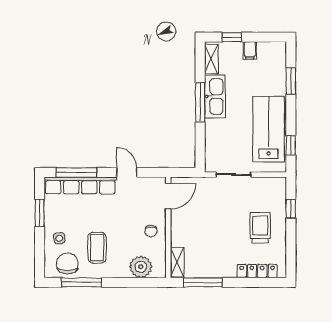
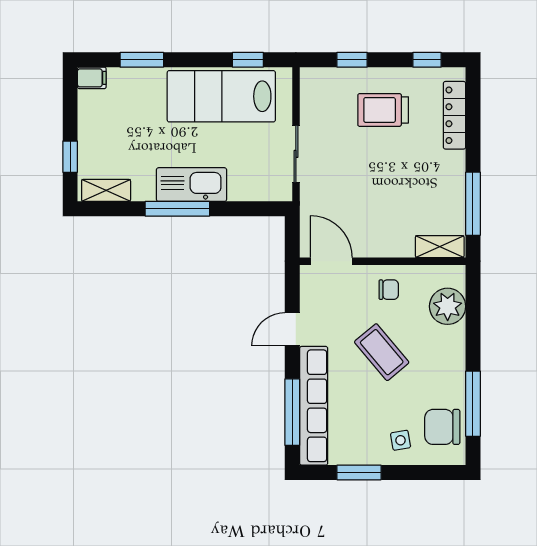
filing cabinet: (250, 50) -> (92, 78), moved
kitchen sink: (215, 96) -> (191, 185), moved
coffee table: (97, 248) -> (382, 352), moved, turned 50
window: (291, 254) -> (427, 60), added

